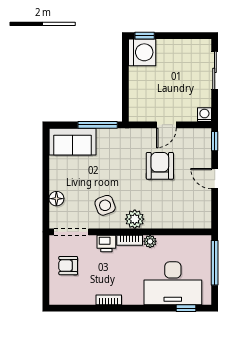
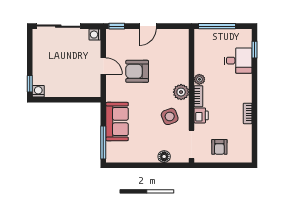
washing machine: (142, 52) -> (38, 91), width x0.53, depth x0.53
sliding door: (215, 70) -> (58, 26), width x1.37
window: (98, 125) -> (103, 142), moved
sofa: (72, 142) -> (117, 122), moved
desk: (173, 283) -> (238, 61), width x0.53, depth x0.77

